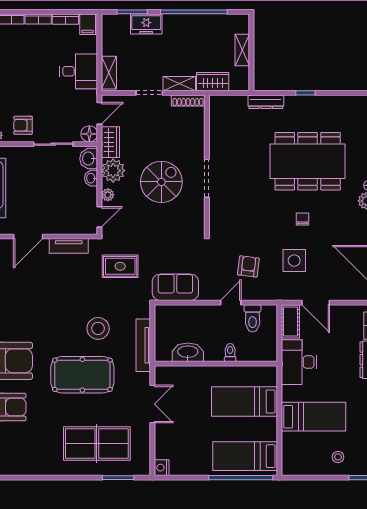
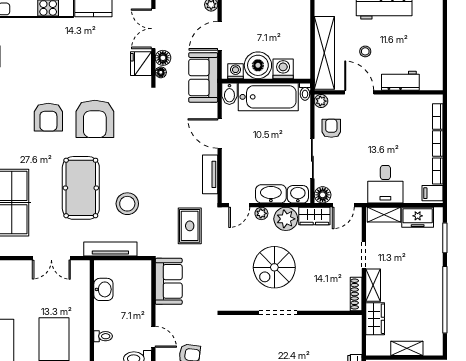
freezer: (146, 24) -> (418, 217), moved, turned -90
door: (99, 113) -> (343, 205), hinge flipped
washbasin: (91, 178) -> (271, 194), width x1.91, depth x1.45
spiral stairs: (161, 182) -> (274, 267), turned 90
door: (99, 217) -> (239, 205), hinge flipped
washbasin: (188, 352) -> (103, 289), width x0.72

